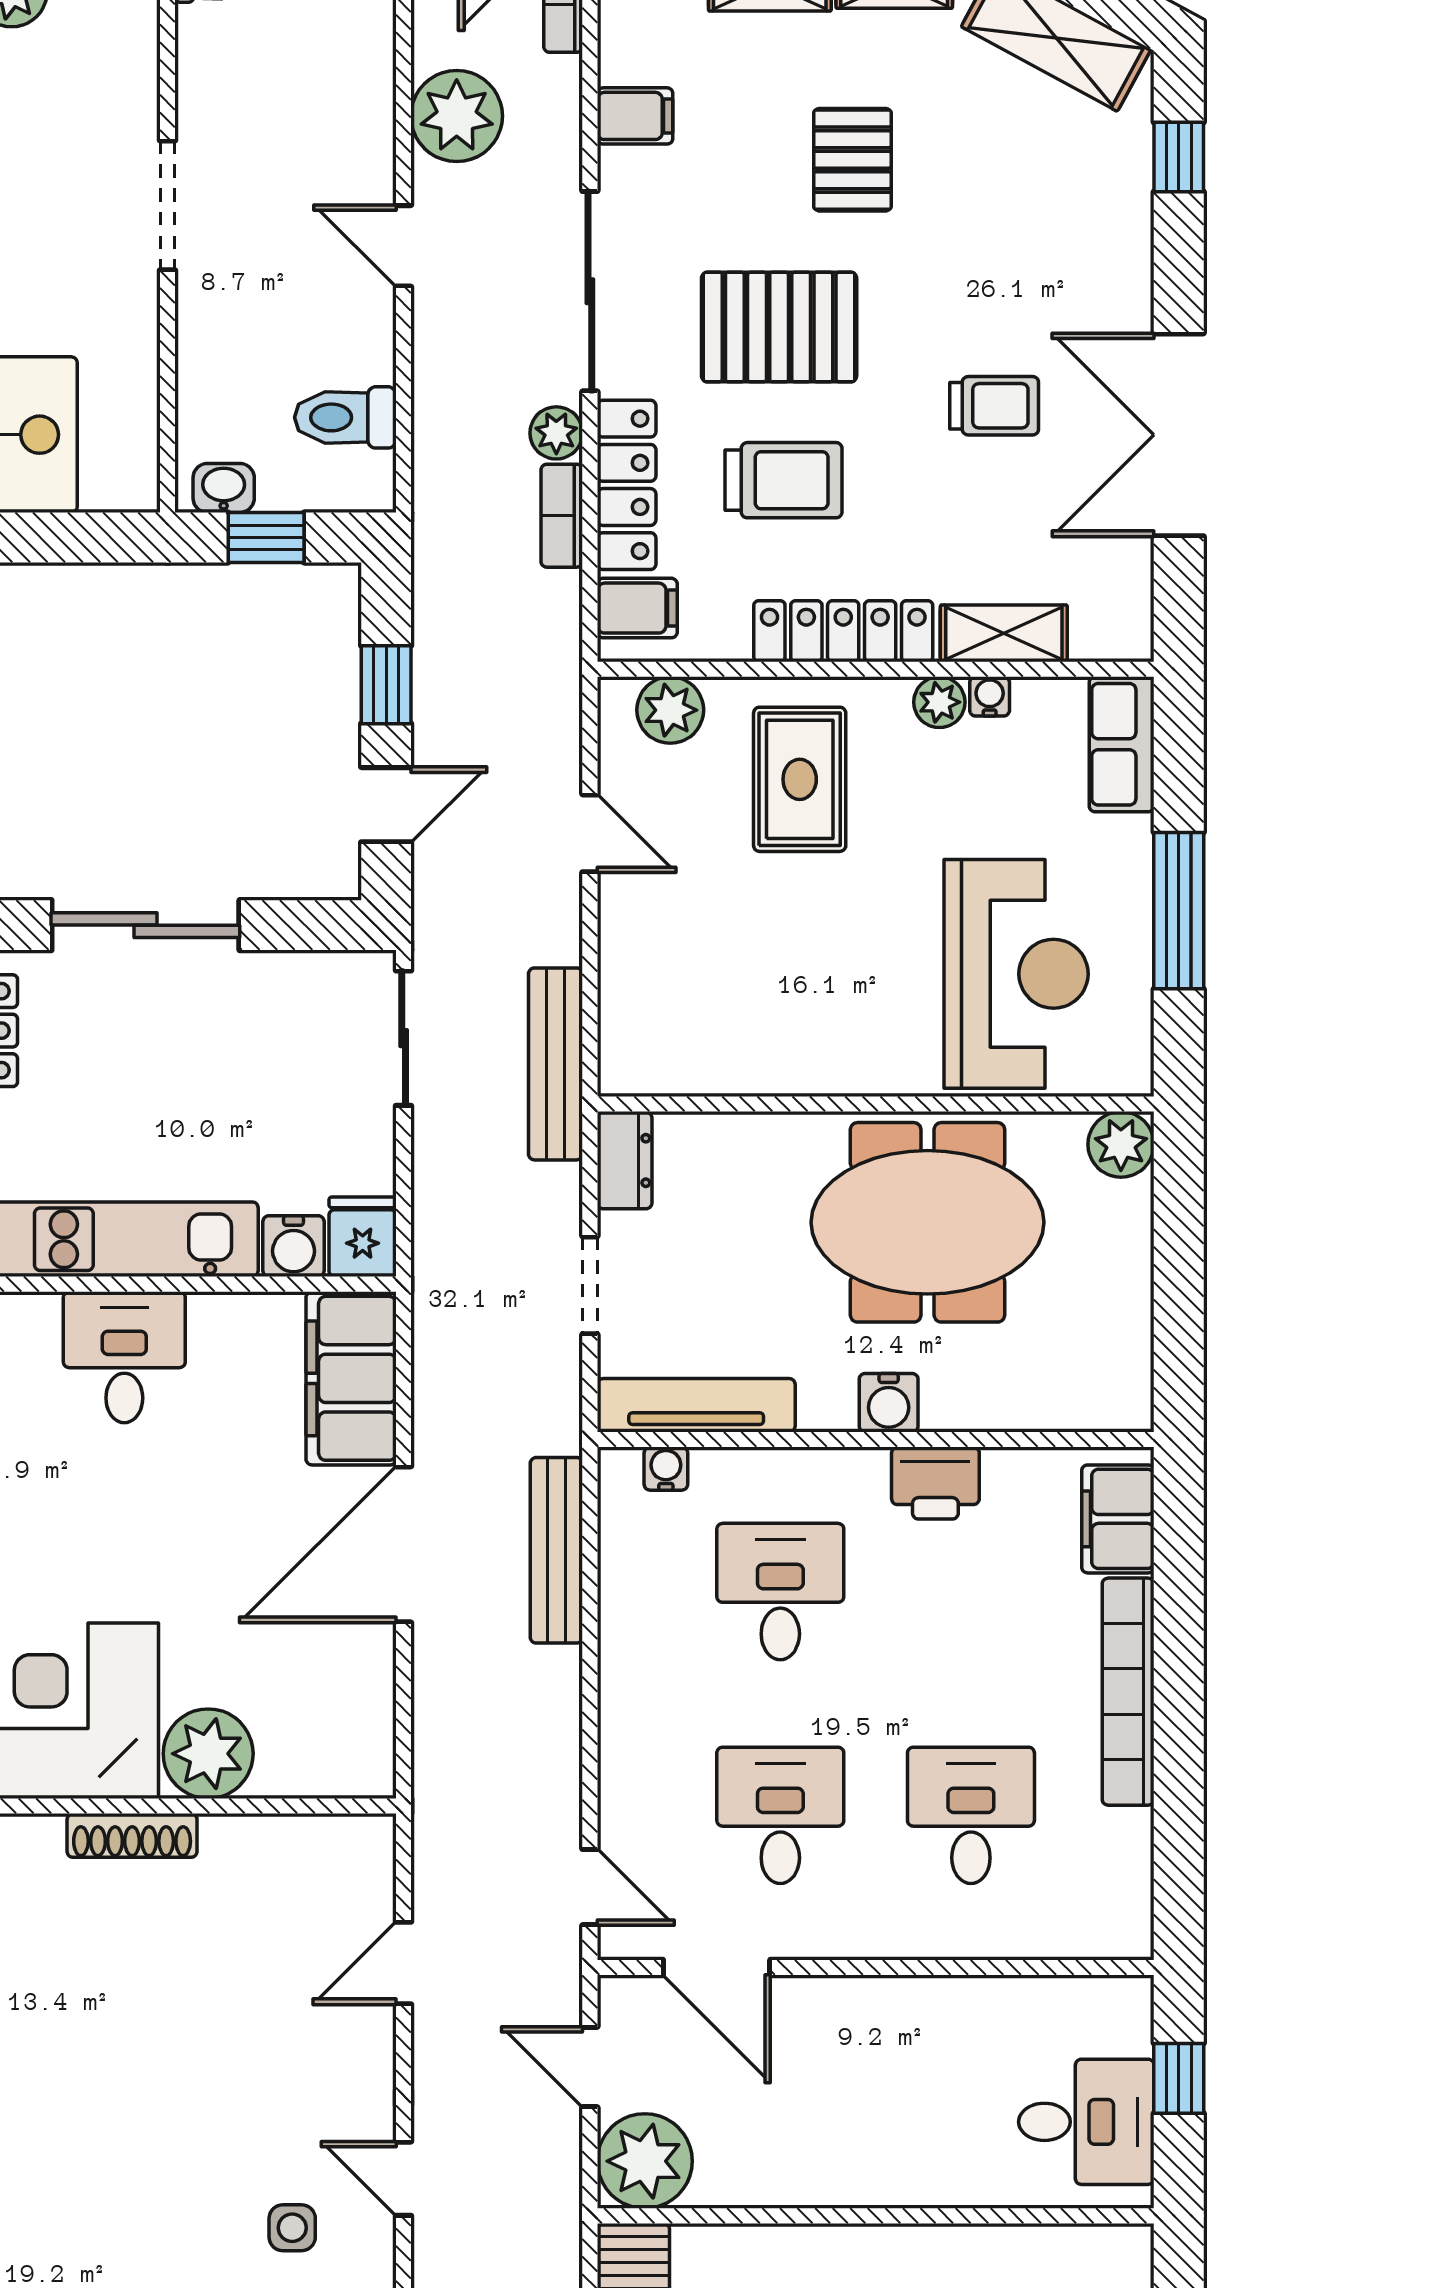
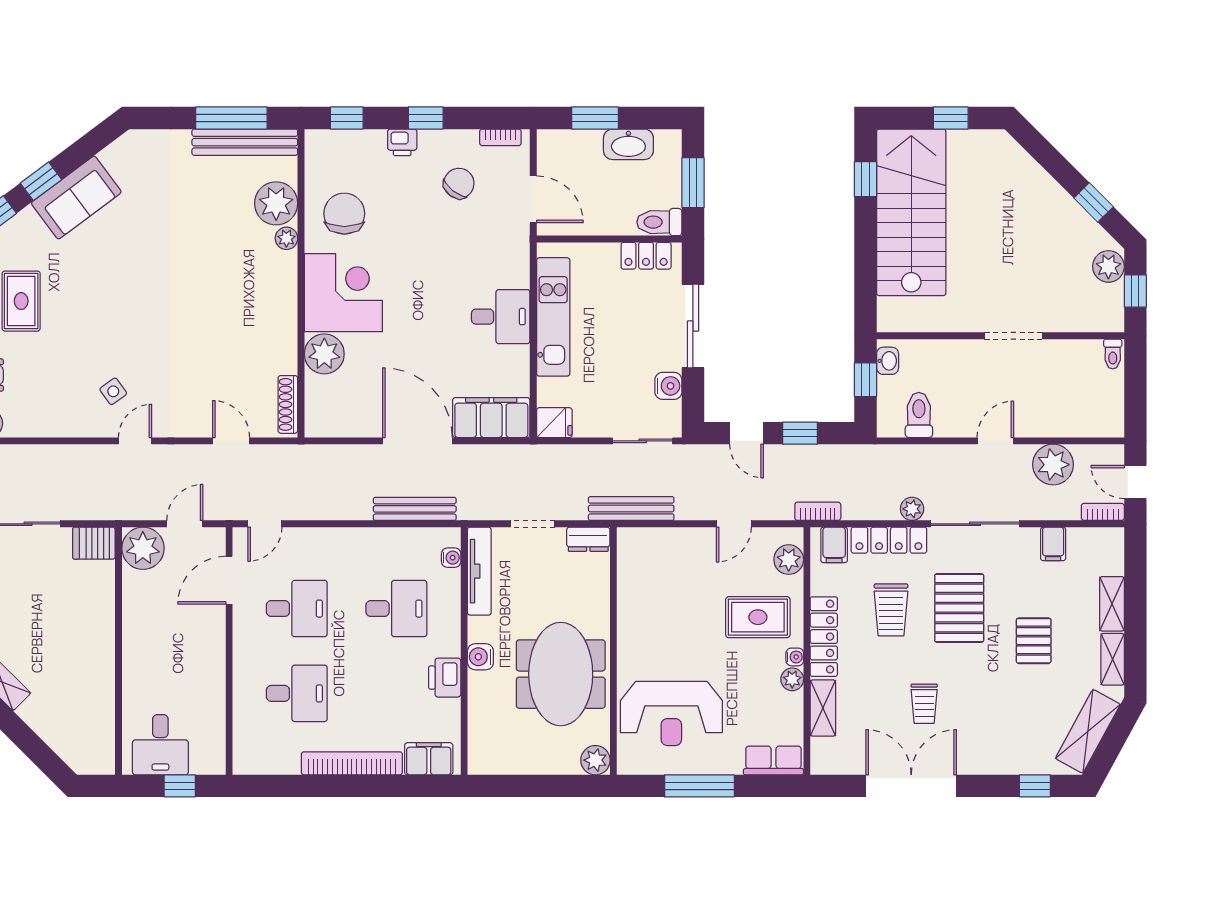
pallet: (852, 160) -> (1034, 641), turned 90
bookcase: (562, 516) -> (818, 511), moved
water cooler: (990, 696) -> (795, 657), moved
water cooler: (294, 1246) -> (668, 386), moved, turned 180
shoe rack: (132, 1835) -> (288, 404), moved
side table: (292, 2228) -> (113, 391), turned -36

